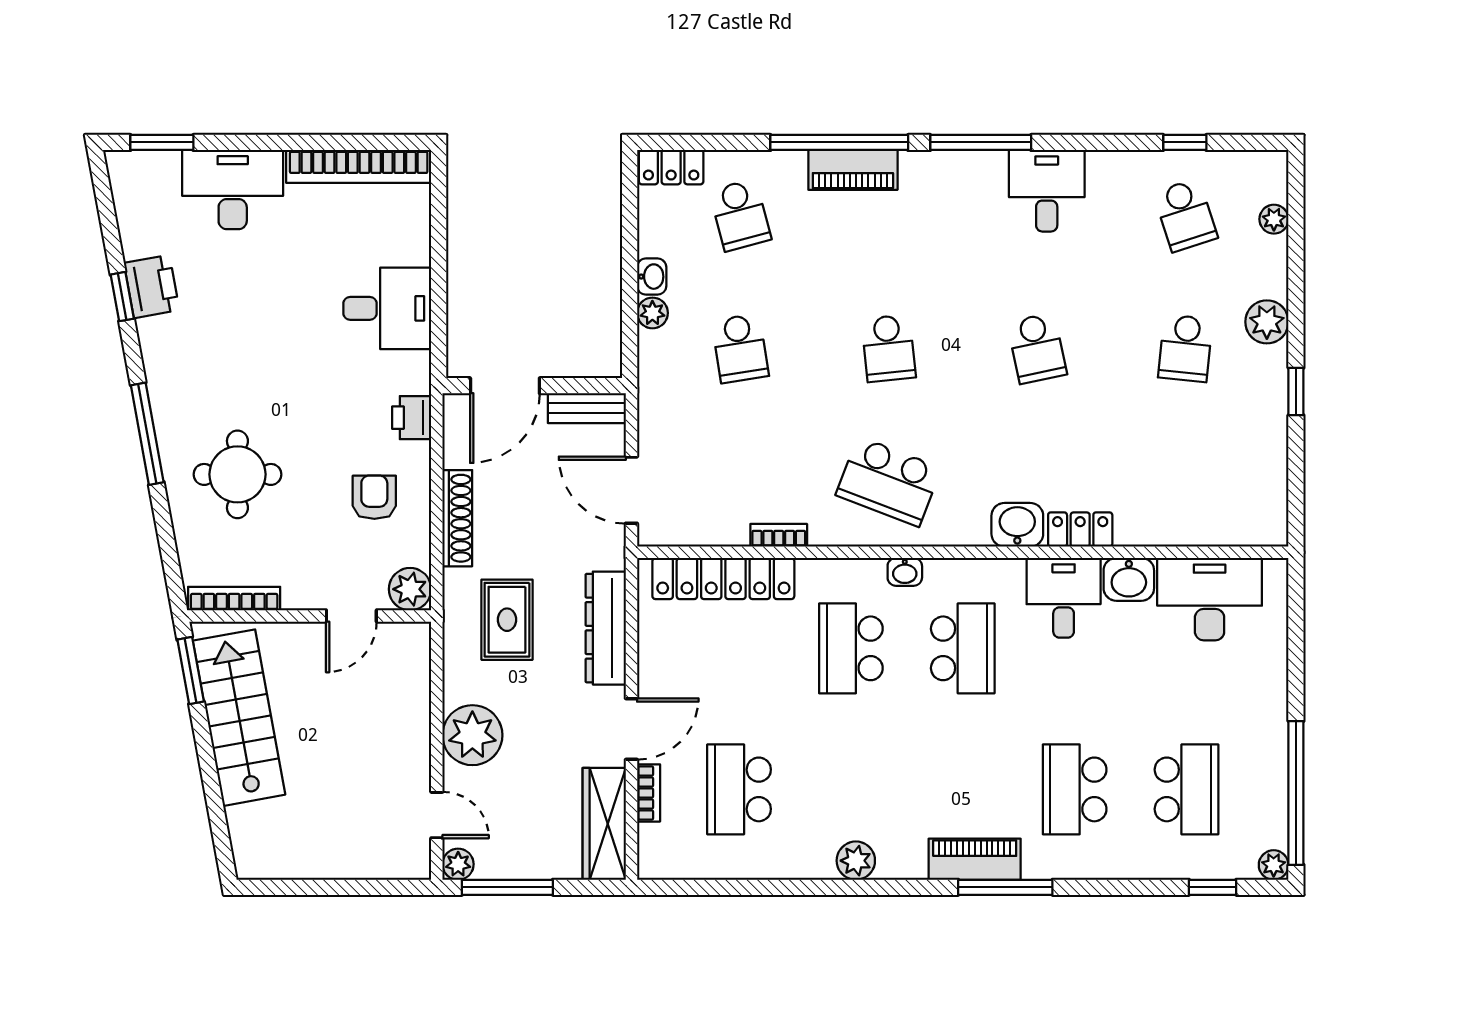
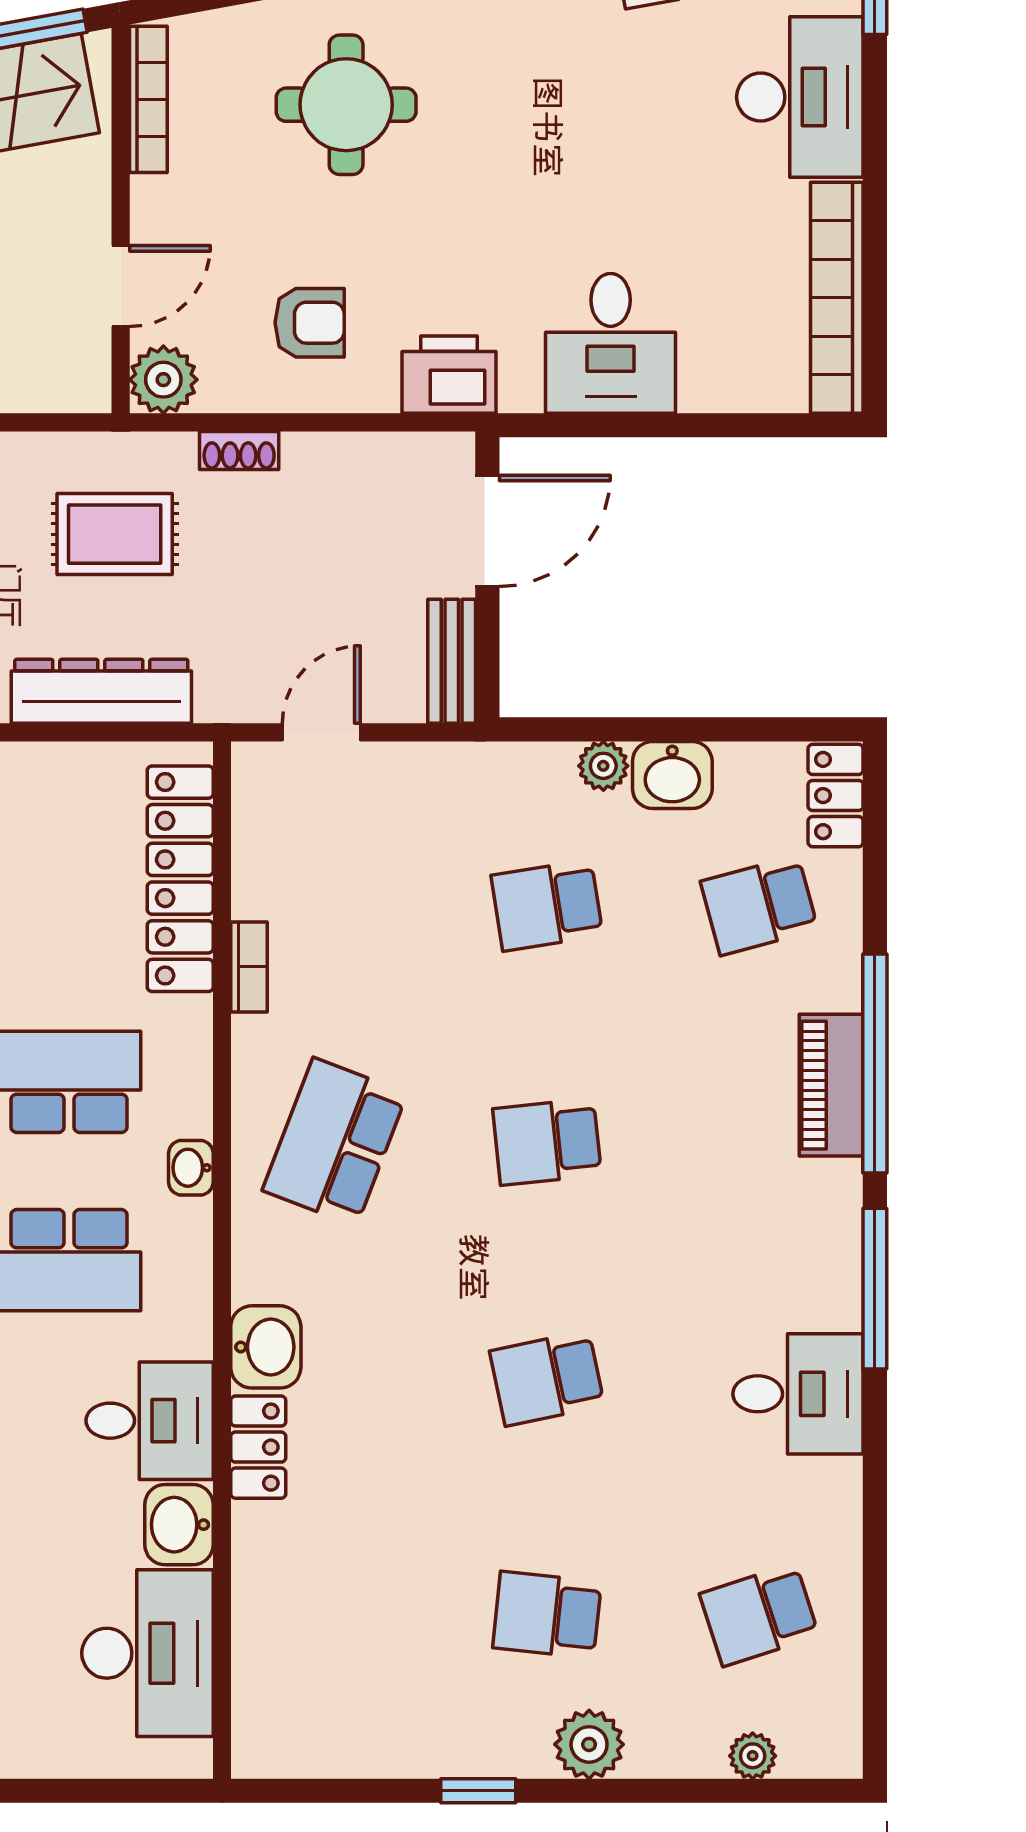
window: (1185, 142) -> (875, 1614), removed
washbasin: (652, 277) -> (672, 775), width x1.38, depth x1.45
door: (505, 386) -> (487, 531), swing flipped
printer: (412, 418) -> (449, 375), width x1.36, depth x1.24
door: (631, 490) -> (321, 732), width x0.73
shoe rack: (457, 518) -> (239, 450), width x0.51, depth x0.81
door: (351, 616) -> (121, 286), swing flipped

